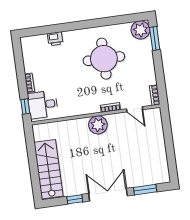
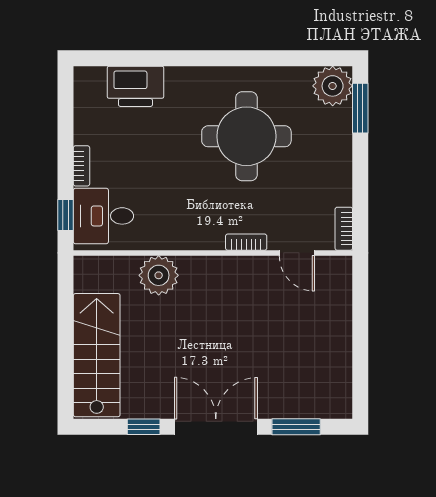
printer: (55, 39) -> (135, 86), width x1.87, depth x1.48
plant: (98, 125) -> (159, 275), moved

